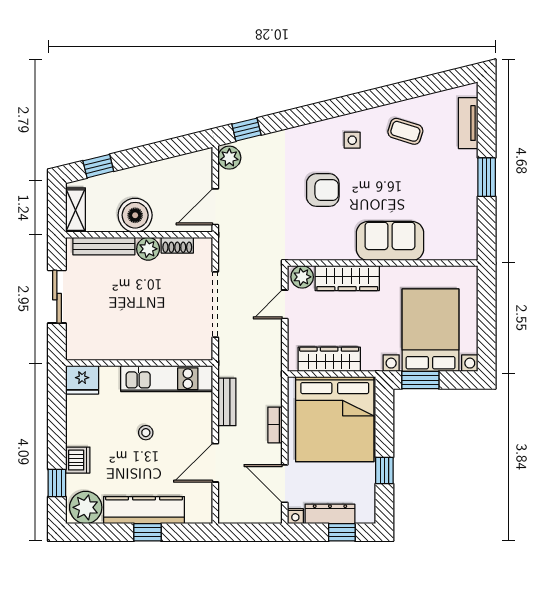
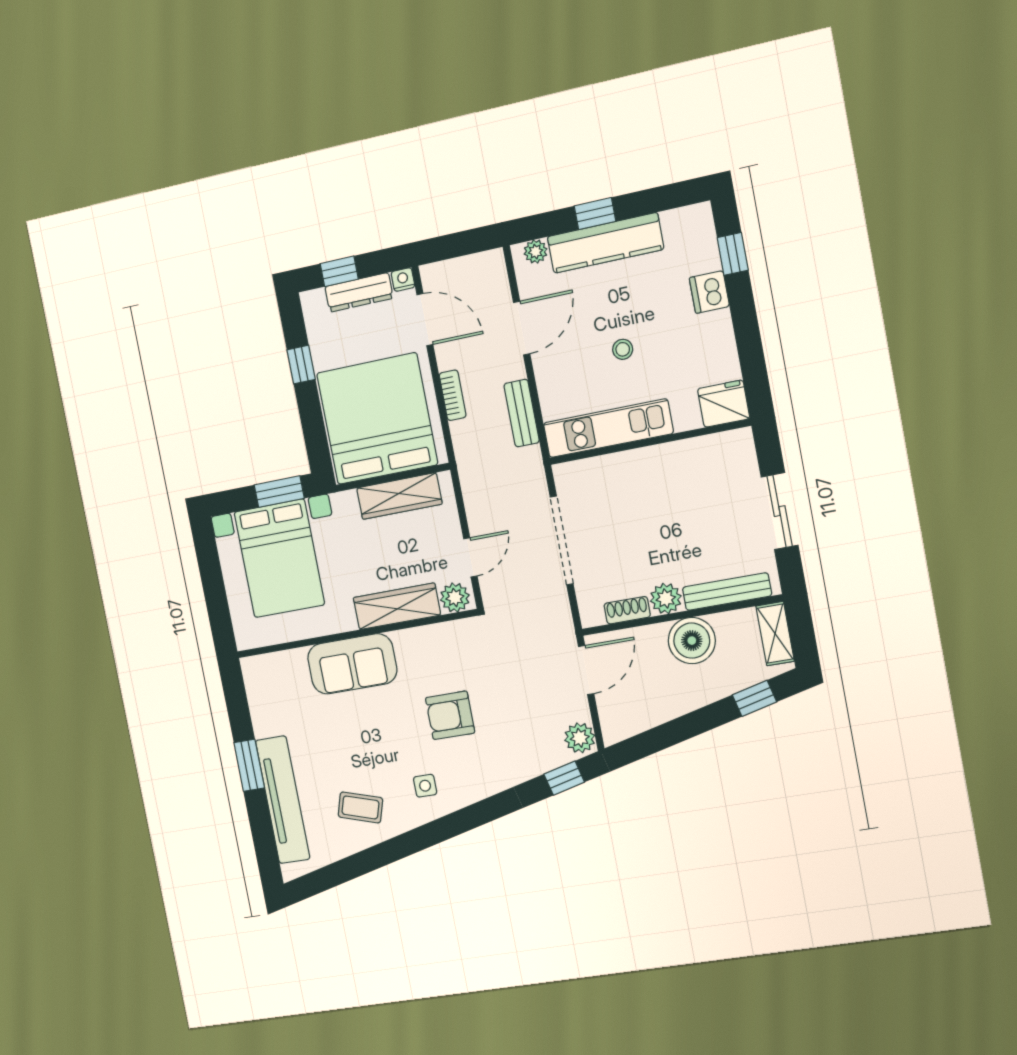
tv unit: (468, 123) -> (283, 800), width x1.92, depth x1.29
plant: (86, 507) -> (536, 252), moved, width x0.53, depth x0.53

